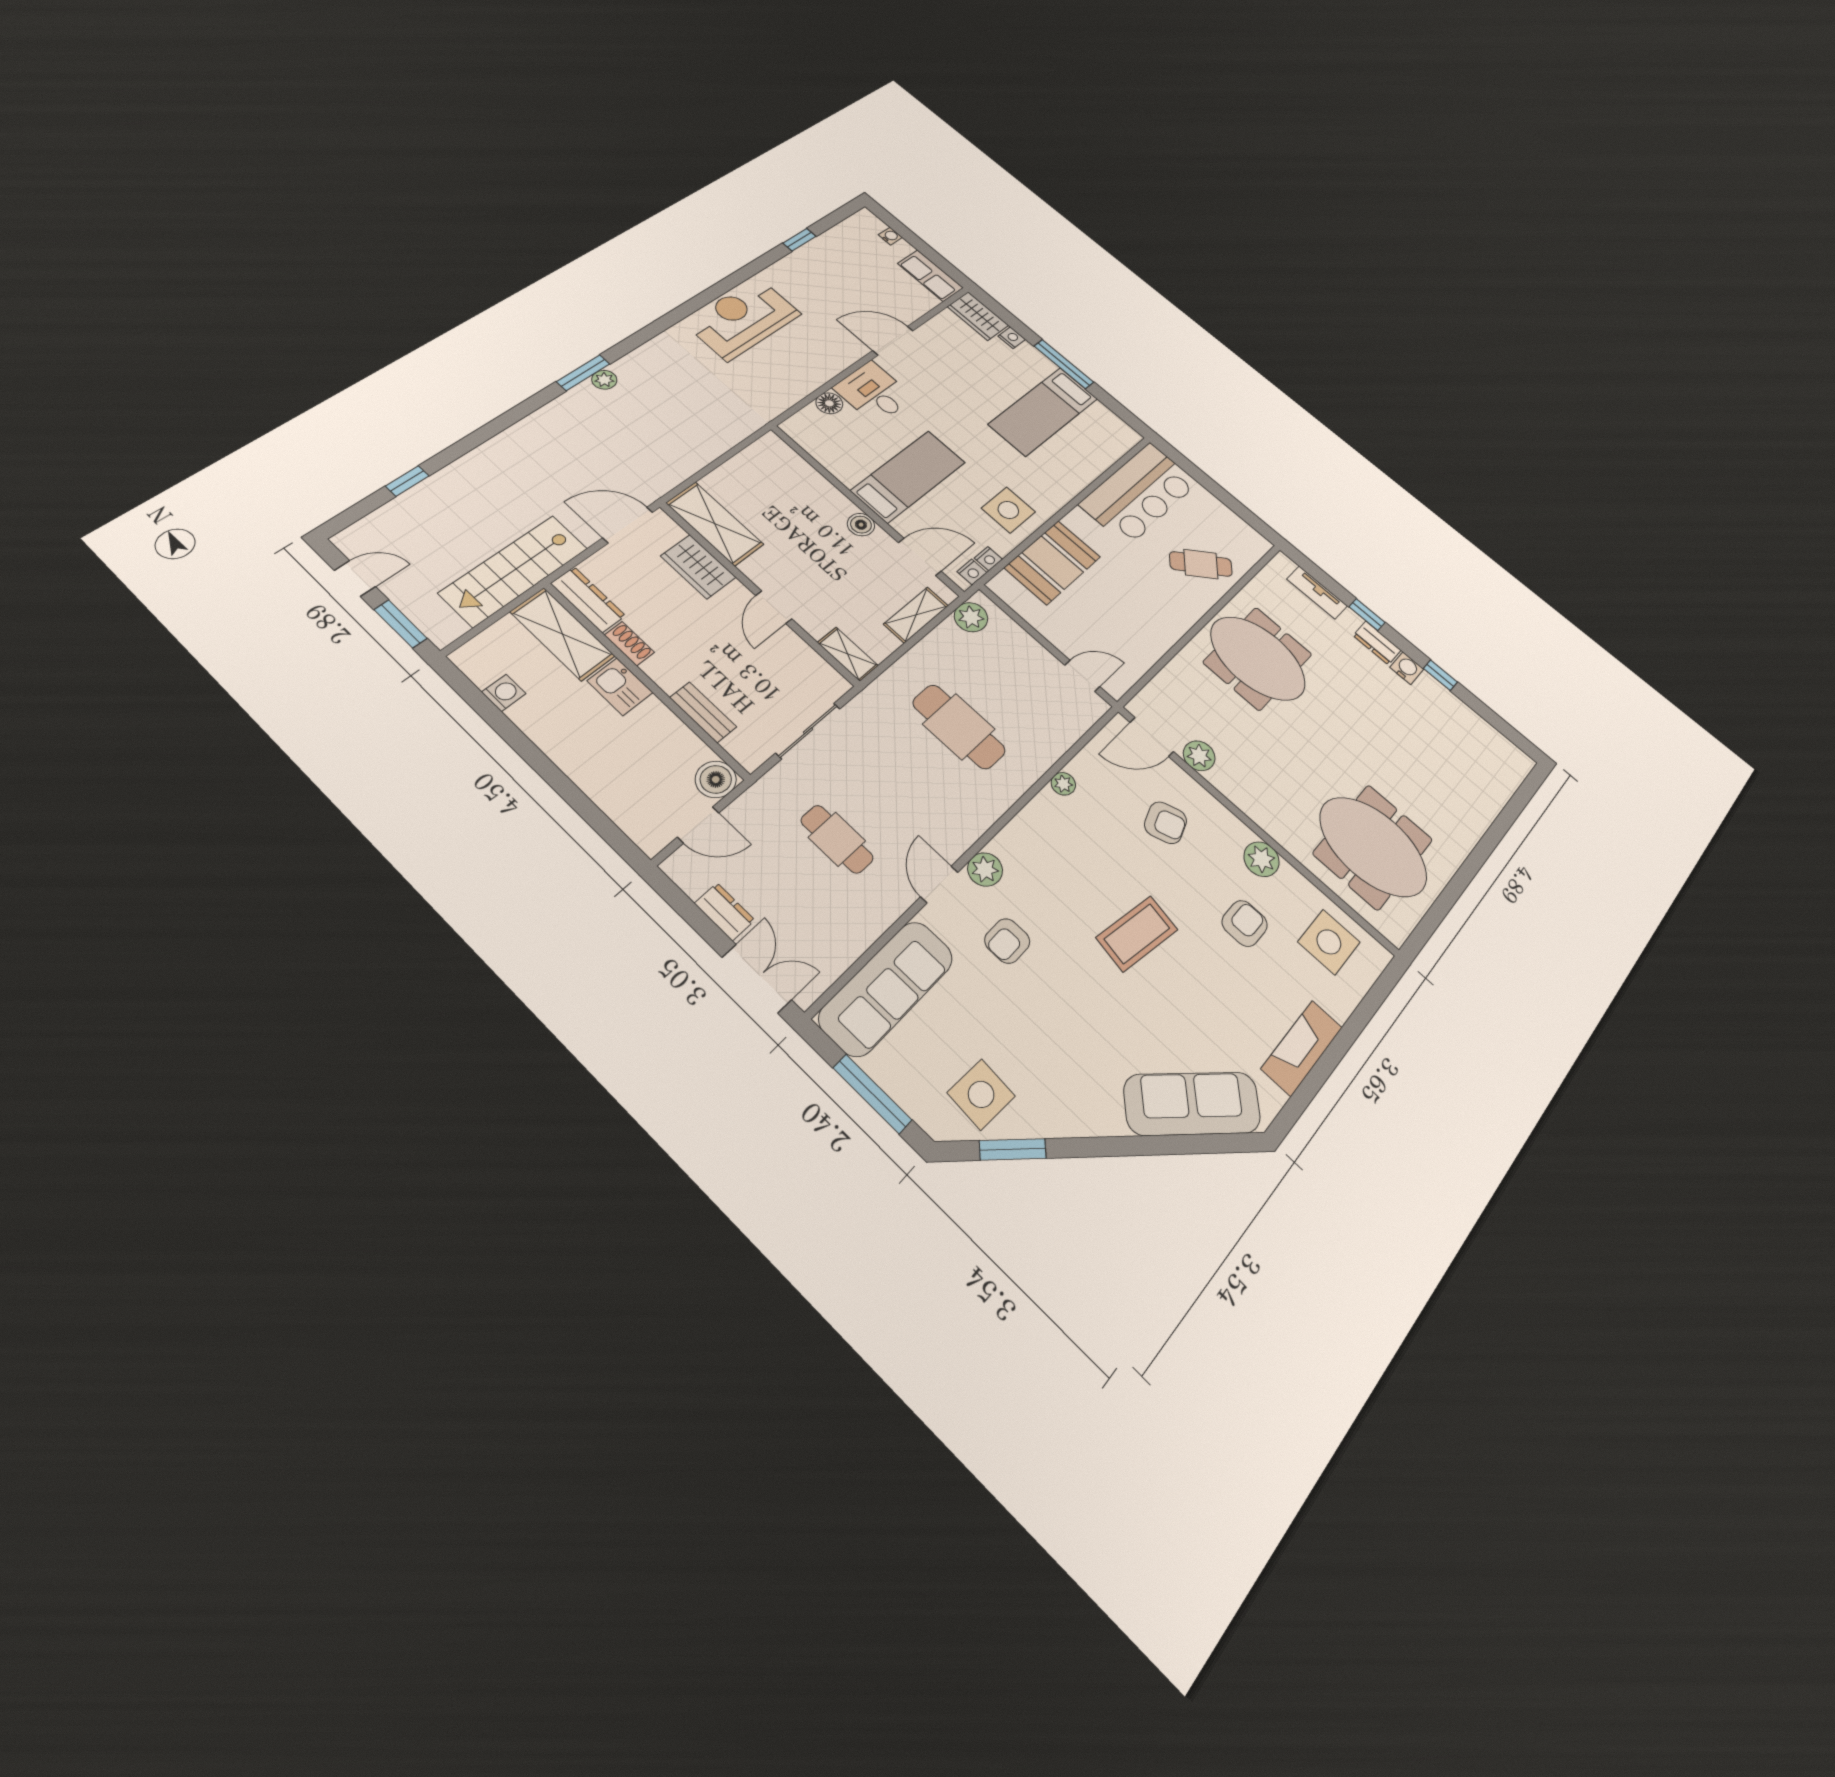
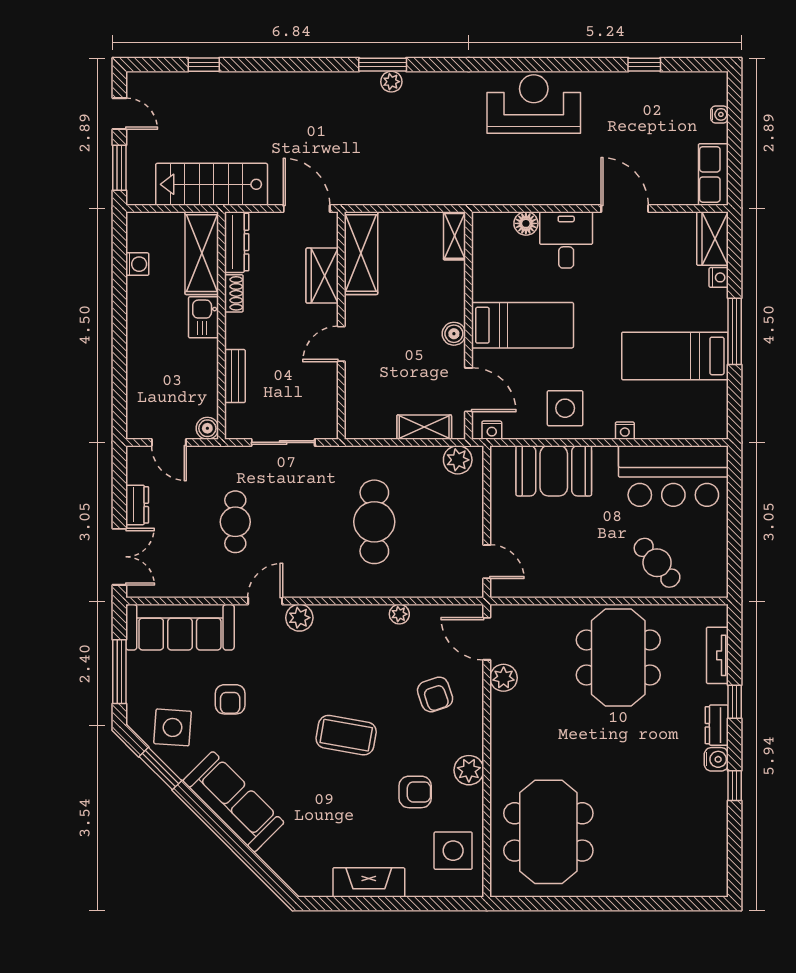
nightstand: (988, 559) -> (625, 431), moved
shelving: (848, 654) -> (455, 236), moved
boiler: (716, 779) -> (207, 428), width x0.73, depth x0.73
armchair: (1007, 941) -> (230, 699), moved, turned -90
sofa: (1192, 1104) -> (233, 802), moved

